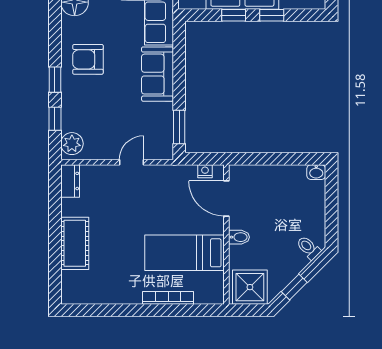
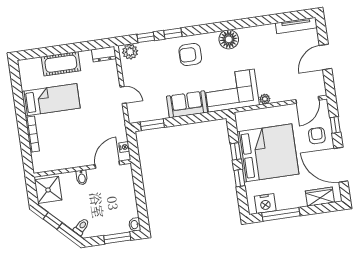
armchair: (88, 59) -> (190, 54), turned -90
window: (331, 199) -> (117, 238), added
bed: (184, 253) -> (51, 100), moved, turned 90

